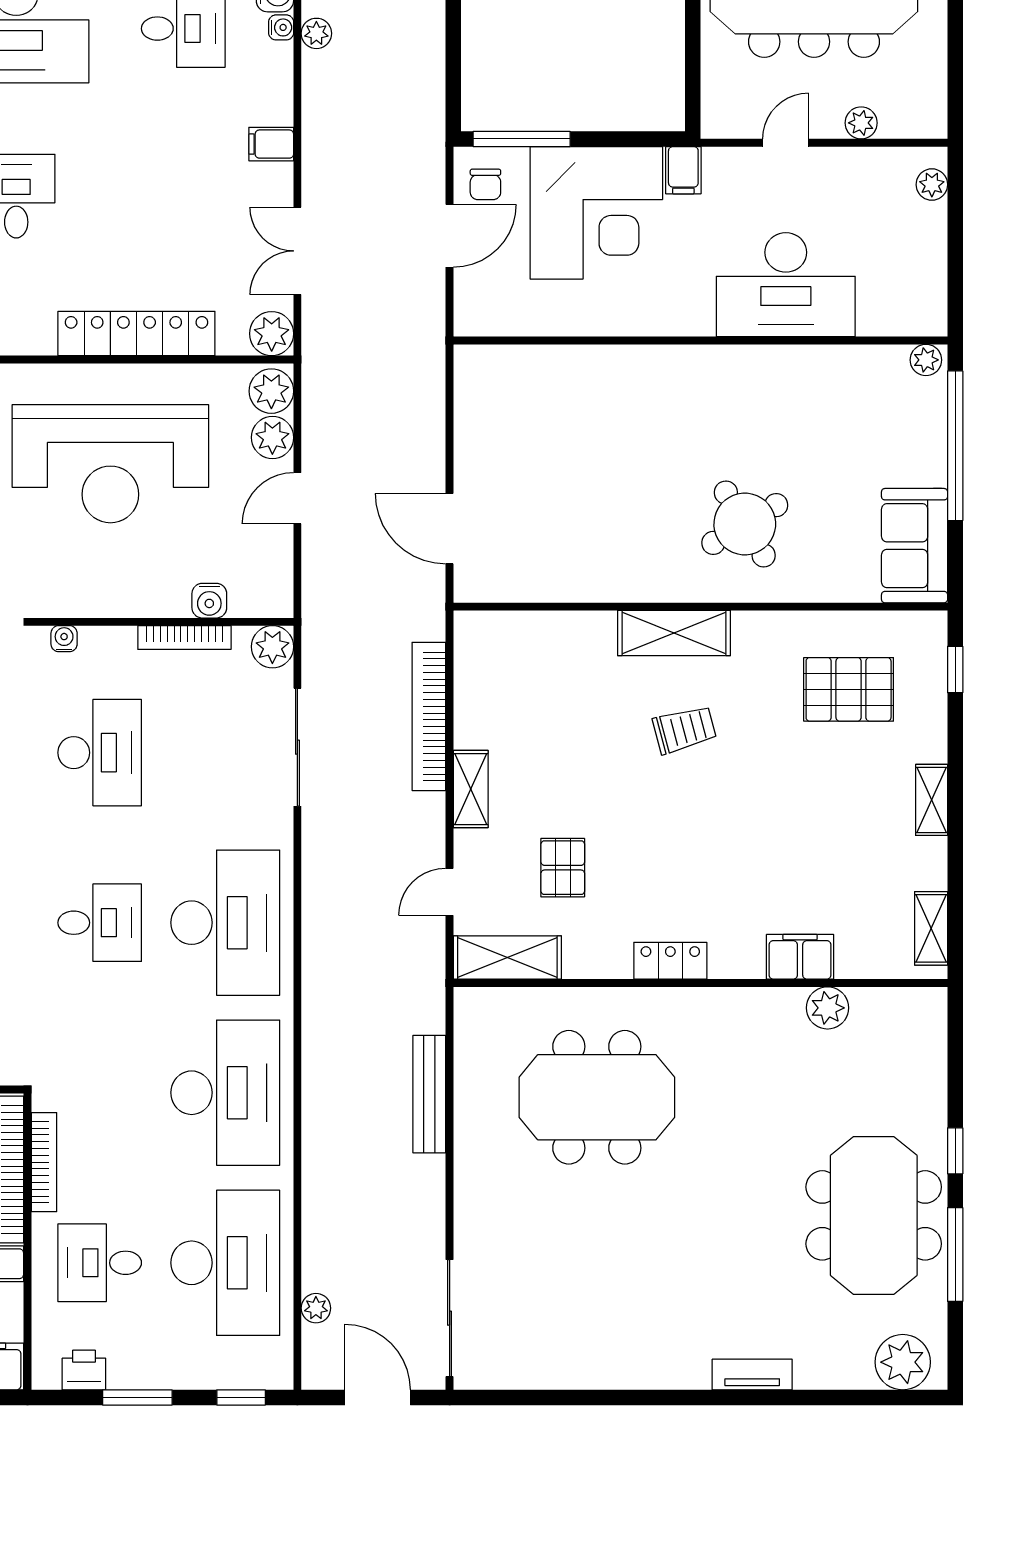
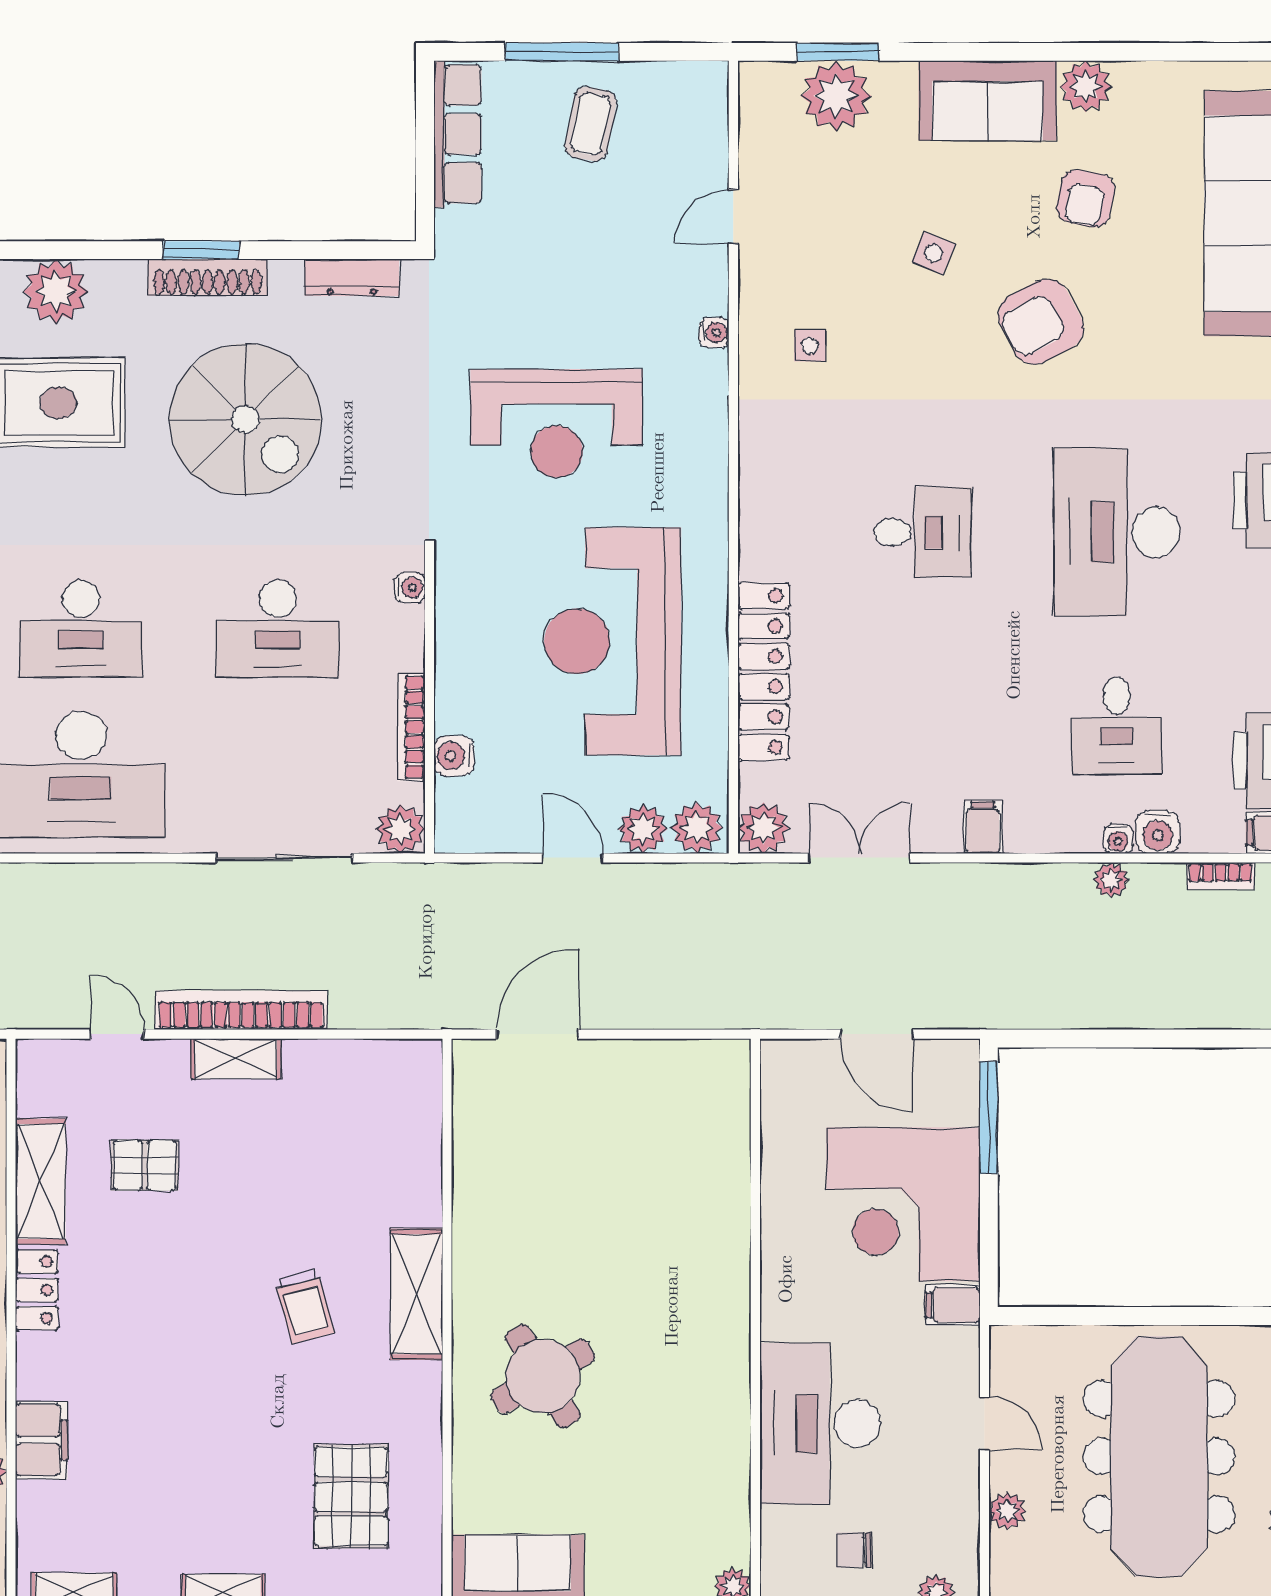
chair: (485, 184) -> (854, 1550), moved
bookcase: (429, 716) -> (241, 1010), moved
desk: (100, 923) -> (81, 629), width x1.37
shelving: (507, 958) -> (40, 1181), moved

